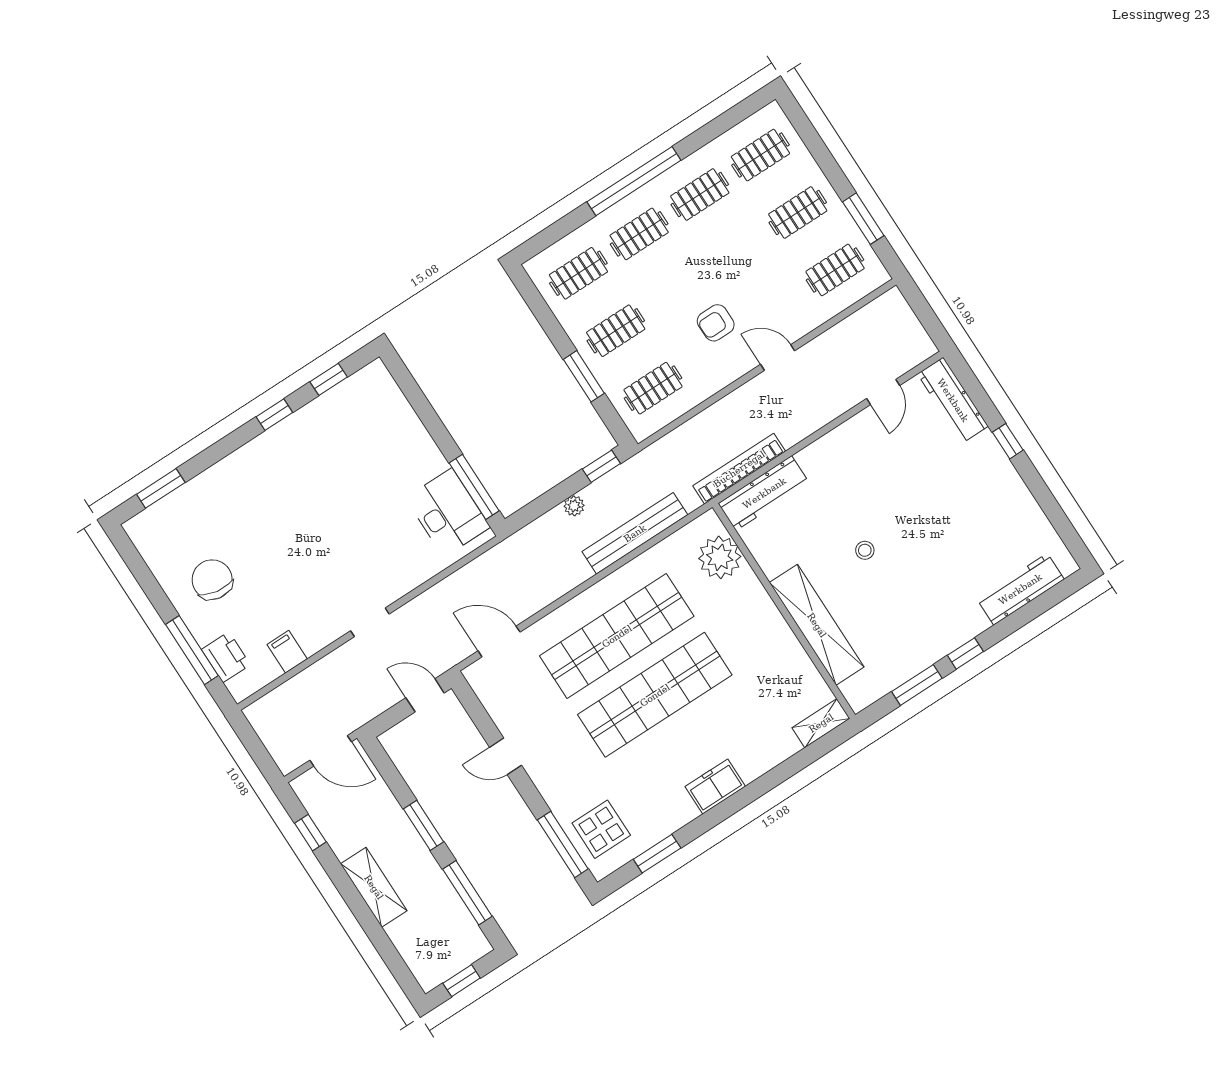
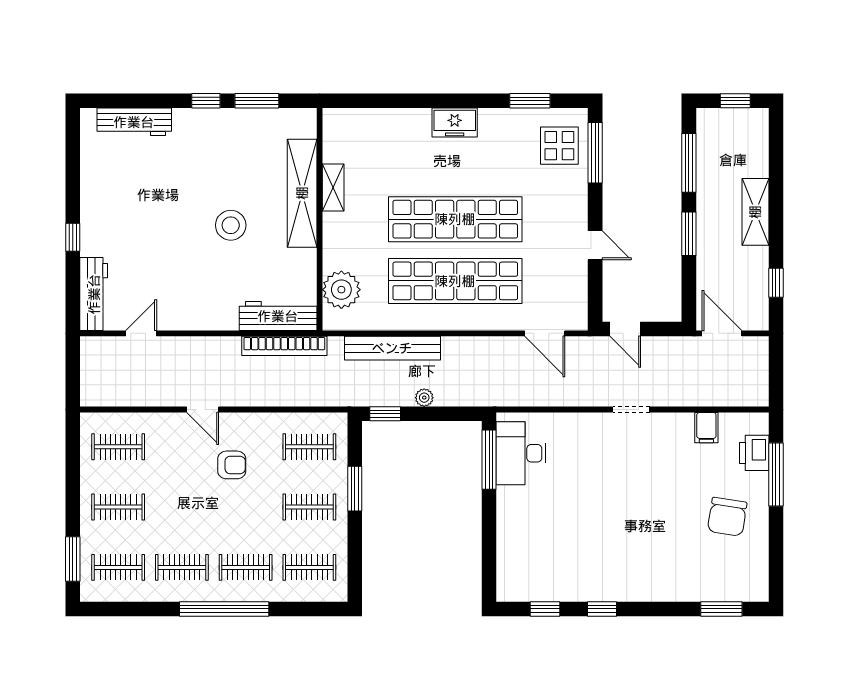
window: (863, 219) -> (73, 559), moved
stool: (865, 550) -> (231, 225), width x1.89, depth x1.89
shelving: (821, 723) -> (333, 188), moved, turned 90

